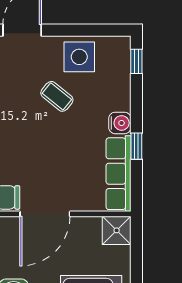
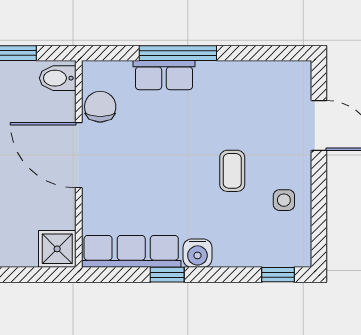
side table: (79, 57) -> (284, 200), width x0.54, depth x0.54
coffee table: (57, 96) -> (232, 171), turned -39

